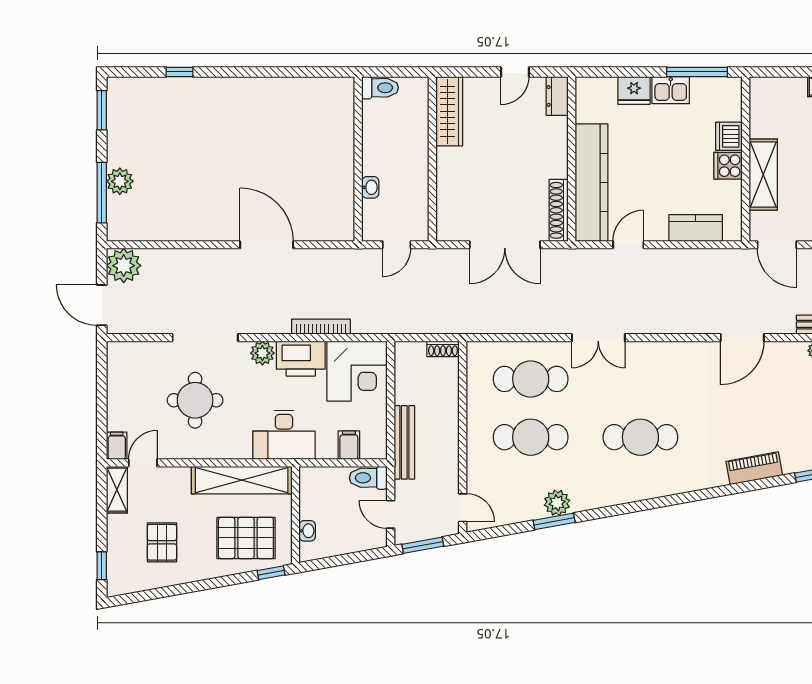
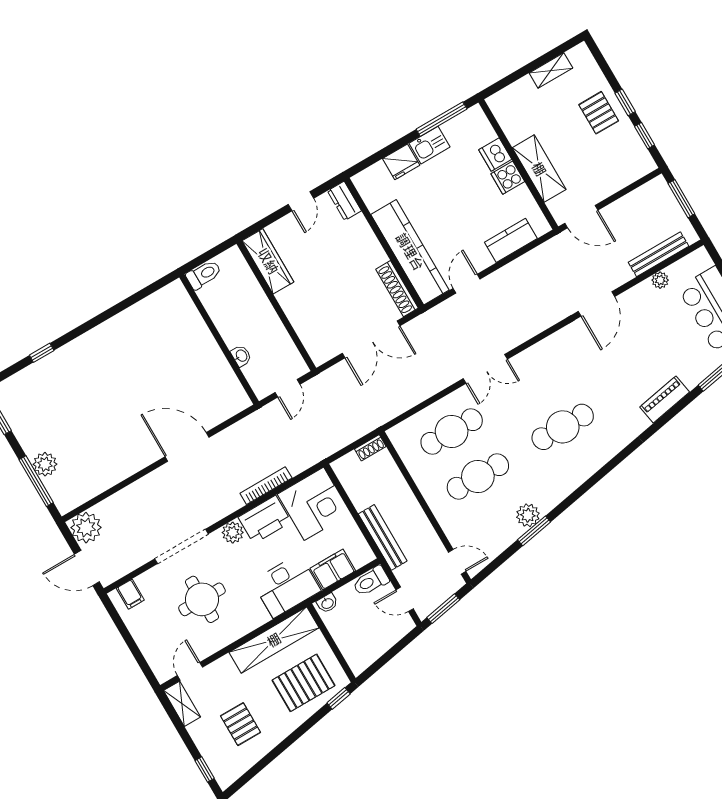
filing cabinet: (349, 445) -> (333, 569), width x2.00
filing cabinet: (117, 446) -> (130, 594), moved, turned 180
washbasin: (307, 531) -> (327, 603), moved, turned 90

